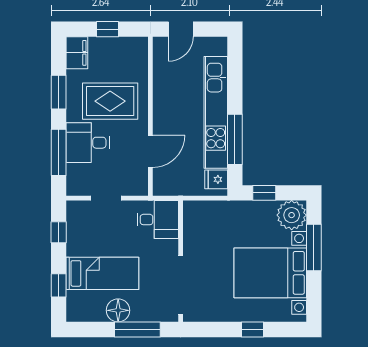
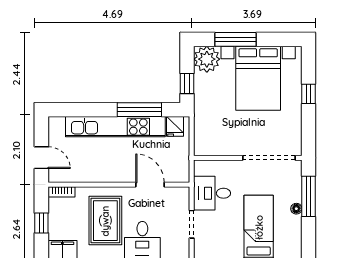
bookcase: (142, 52) -> (62, 192), added
desk: (158, 220) -> (212, 193), moved, turned -90
floor lamp: (118, 310) -> (296, 209), width x0.53, depth x0.53

